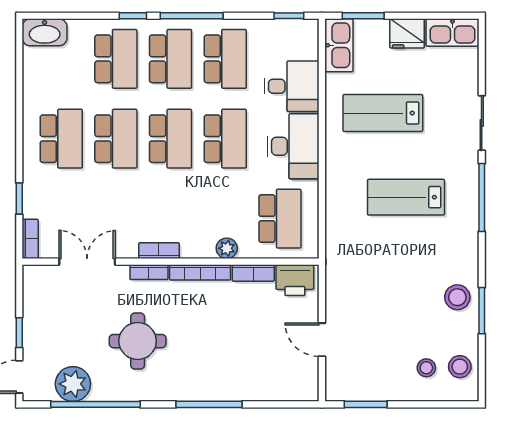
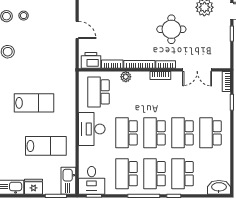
desk: (292, 86) -> (92, 180), moved, turned -90

